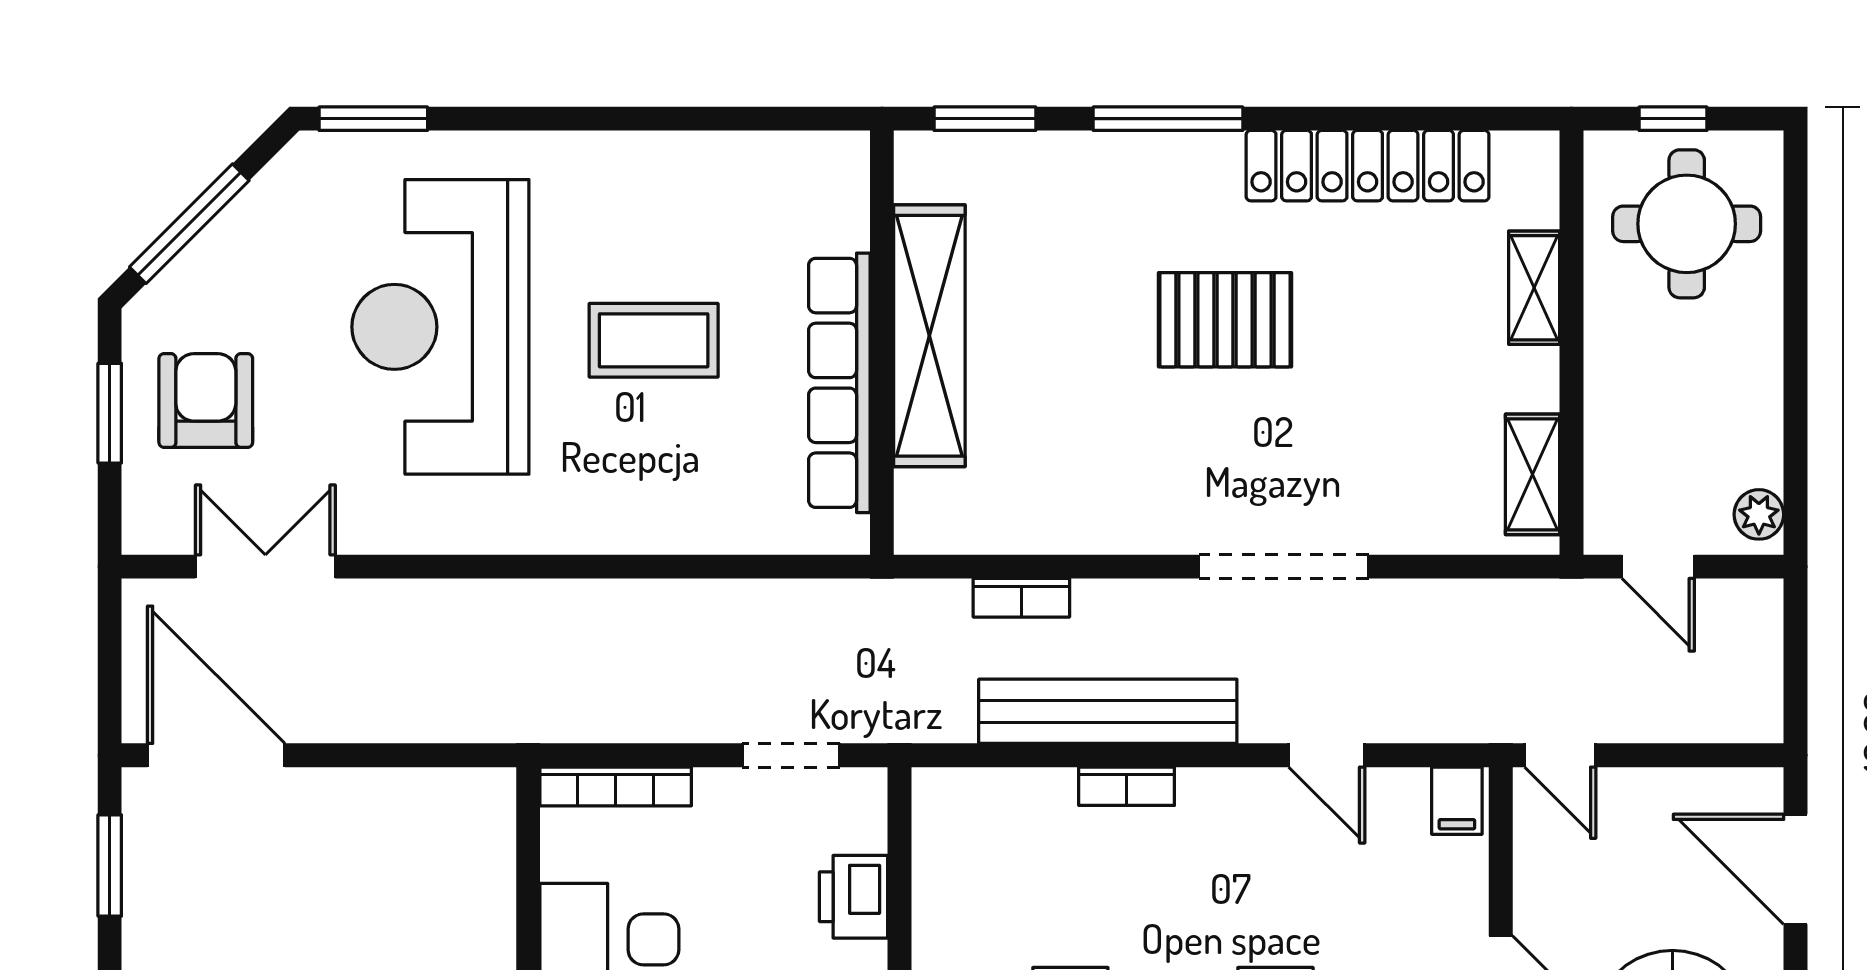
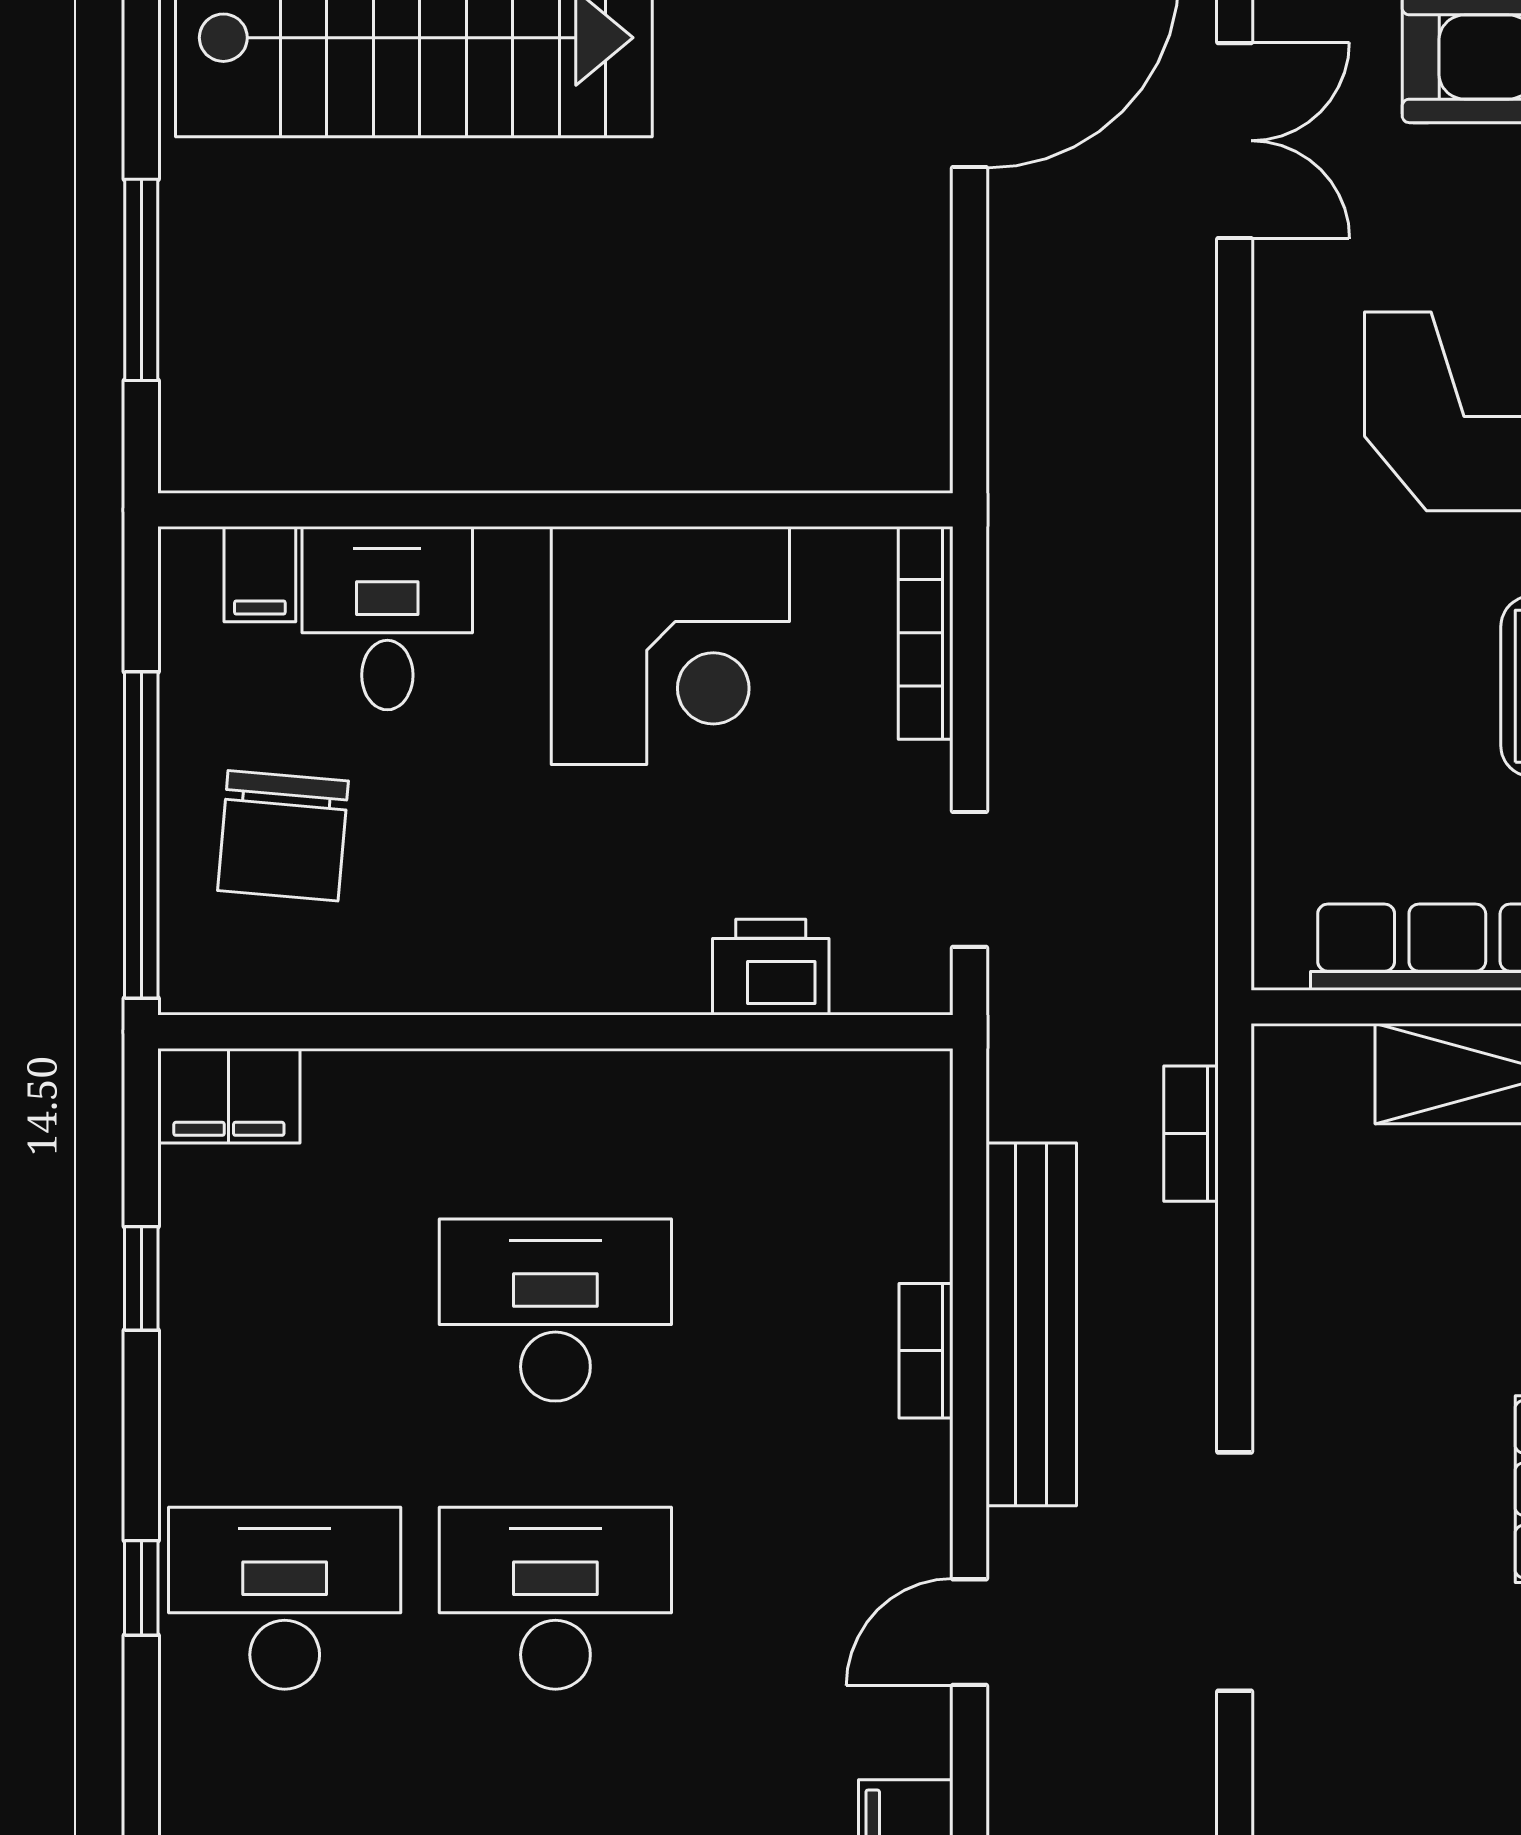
bookcase: (1021, 598) -> (1191, 1134), moved

